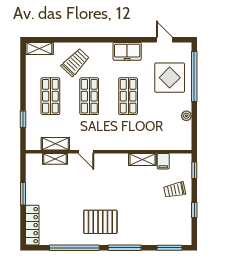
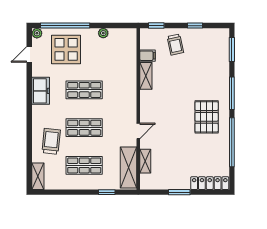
plant: (186, 48) -> (37, 33), added
trolley: (75, 62) -> (51, 141), turned 52
shelving: (55, 144) -> (128, 168), width x1.50, depth x1.33

